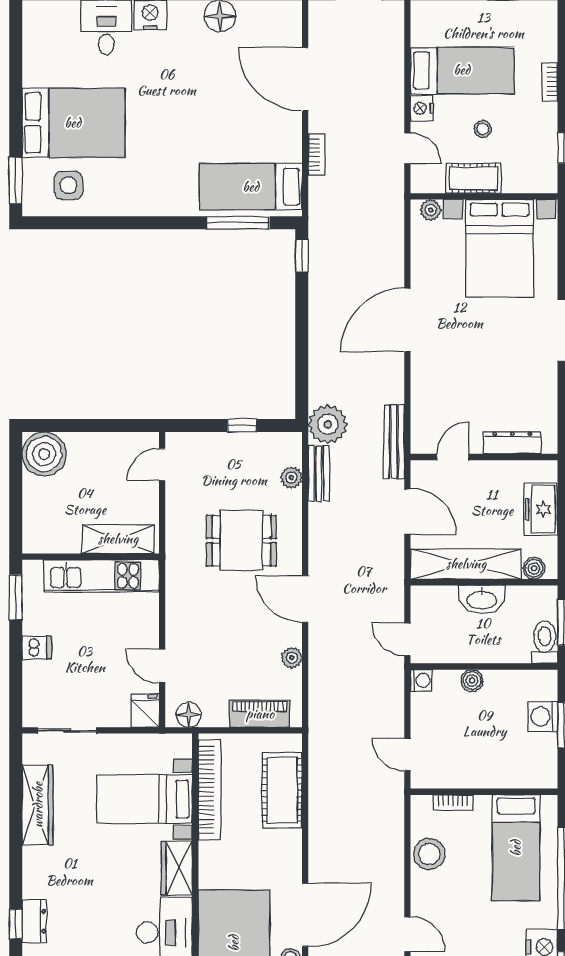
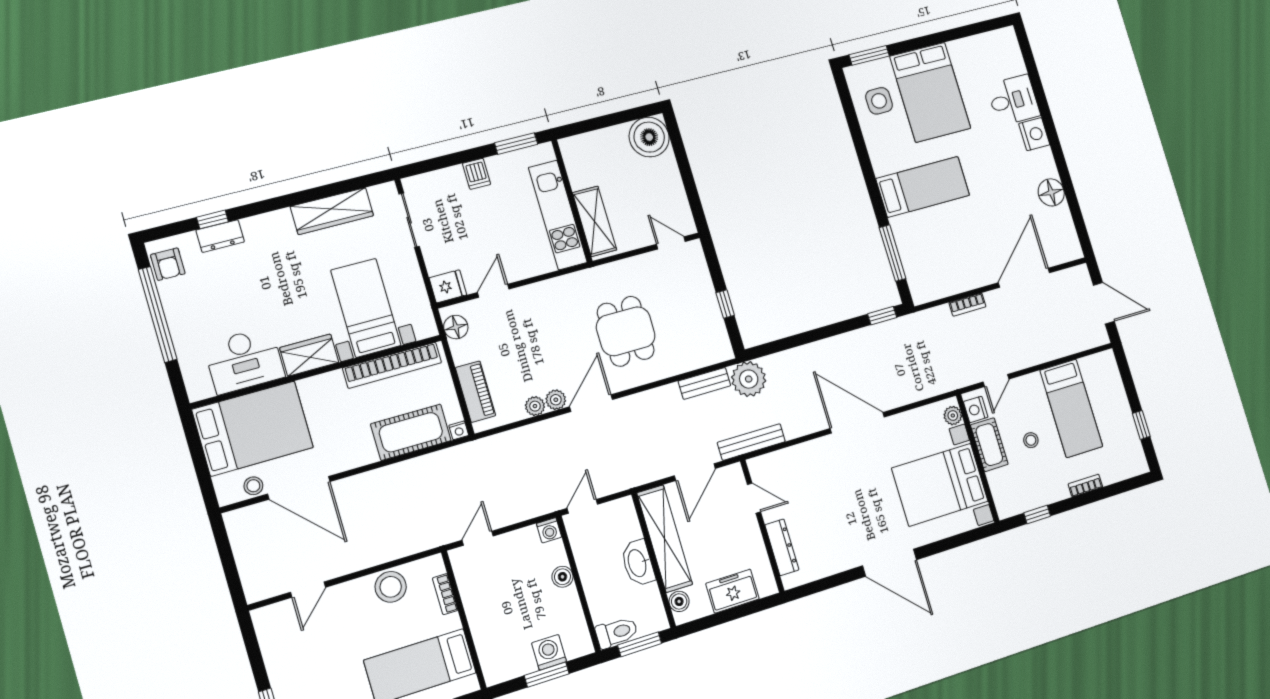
nightstand: (422, 108) -> (976, 410), moved, turned -90
bed: (251, 187) -> (923, 187), moved, turned 90
plant: (291, 478) -> (556, 400), moved
nightstand: (294, 742) -> (459, 430), added

